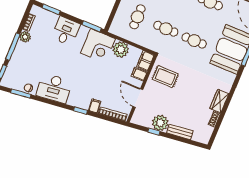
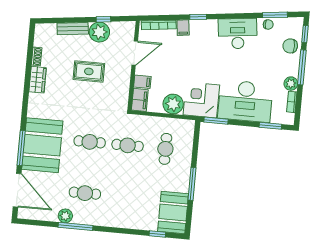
desk: (66, 31) -> (245, 101), width x1.87, depth x1.30
chair: (17, 66) -> (290, 46), added
rug: (165, 77) -> (89, 71), moved
door: (138, 98) -> (135, 53), hinge flipped

